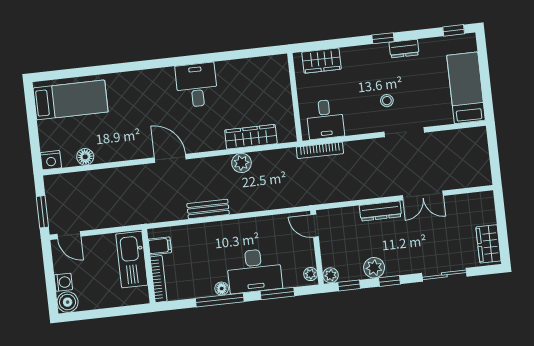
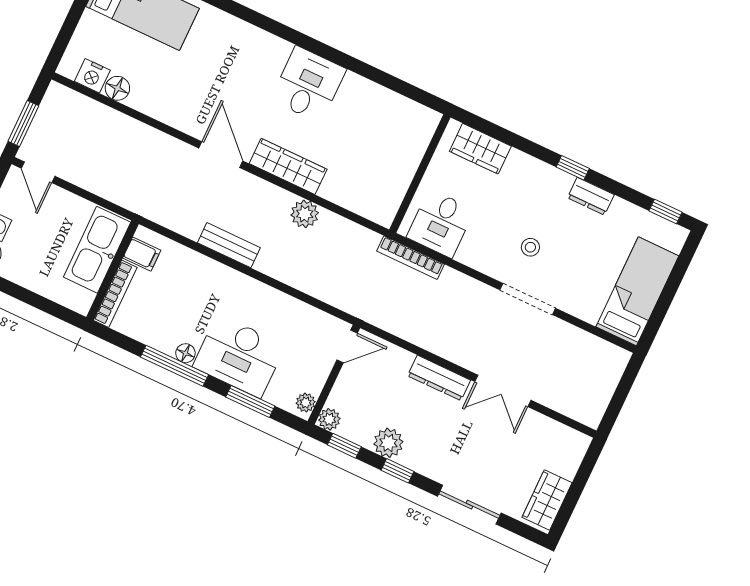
wardrobe: (251, 137) -> (288, 166), moved
nightstand: (51, 160) -> (92, 76), moved
door: (315, 226) -> (347, 346), swing flipped

